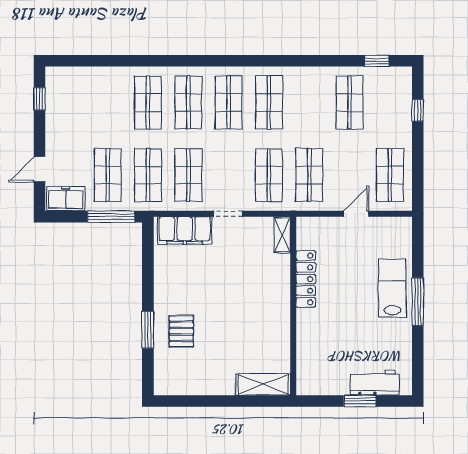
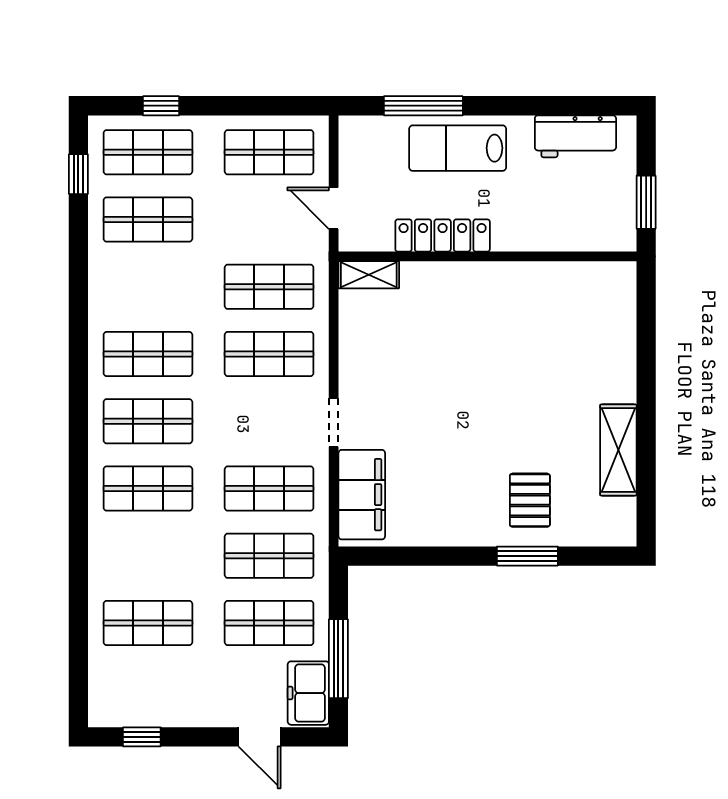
shop shelf: (148, 102) -> (148, 623), moved
shop shelf: (390, 102) -> (148, 152), added
window: (111, 217) -> (338, 659), moved
shelving: (282, 235) -> (369, 275), moved
locker: (306, 279) -> (443, 235), moved
window: (418, 302) -> (423, 106), moved
wall: (293, 306) -> (488, 256), moved
pallet: (181, 331) -> (530, 500), turned 90
workbench: (375, 383) -> (575, 136), moved, turned -90
shelving: (263, 384) -> (618, 450), moved

